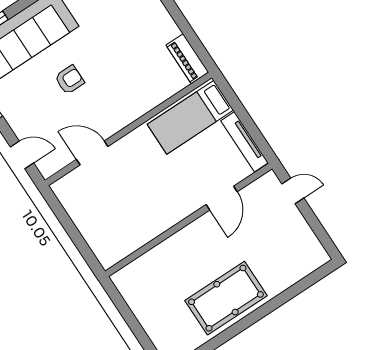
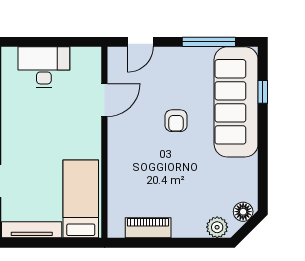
piano: (187, 59) -> (148, 228), moved
desk: (98, 223) -> (44, 67), added

